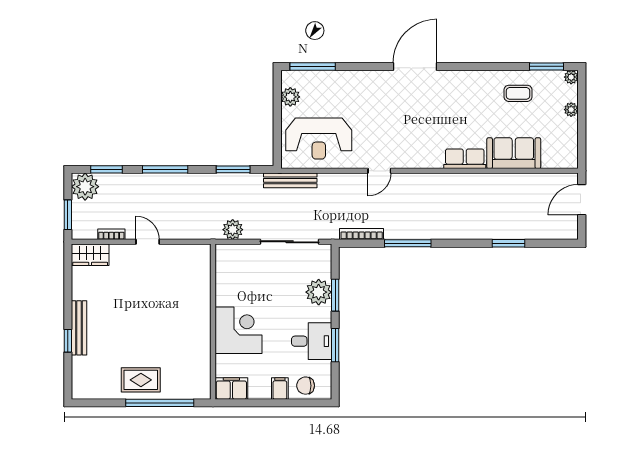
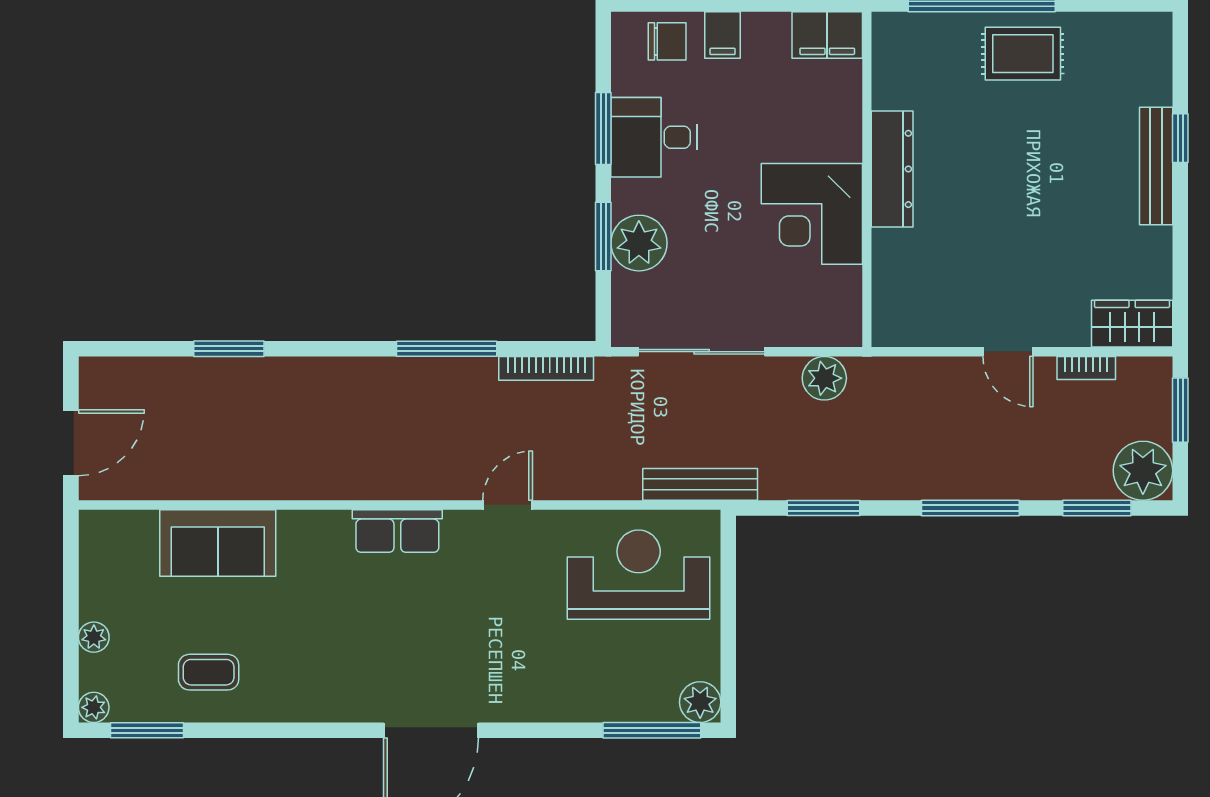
plant: (290, 97) -> (700, 702), moved
row of seats: (465, 159) -> (397, 531), moved
dresser: (201, 326) -> (892, 169), added
corner desk: (239, 330) -> (812, 214), moved

